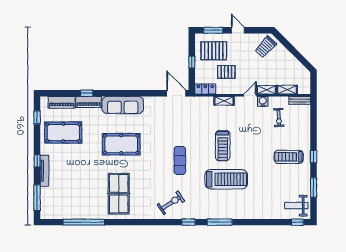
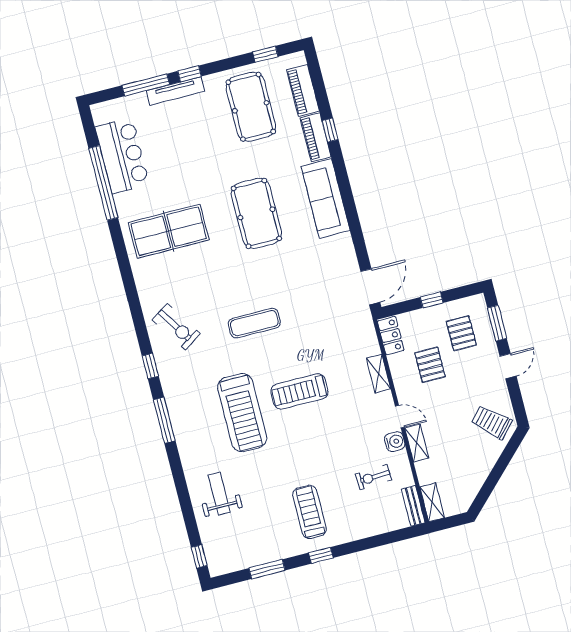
pallet: (214, 51) -> (461, 333), width x0.67, depth x0.71
shelving: (287, 90) -> (432, 502), moved
window: (37, 198) -> (146, 85), moved
weight bench: (296, 206) -> (219, 494), moved
bar counter: (72, 208) -> (122, 156), added

